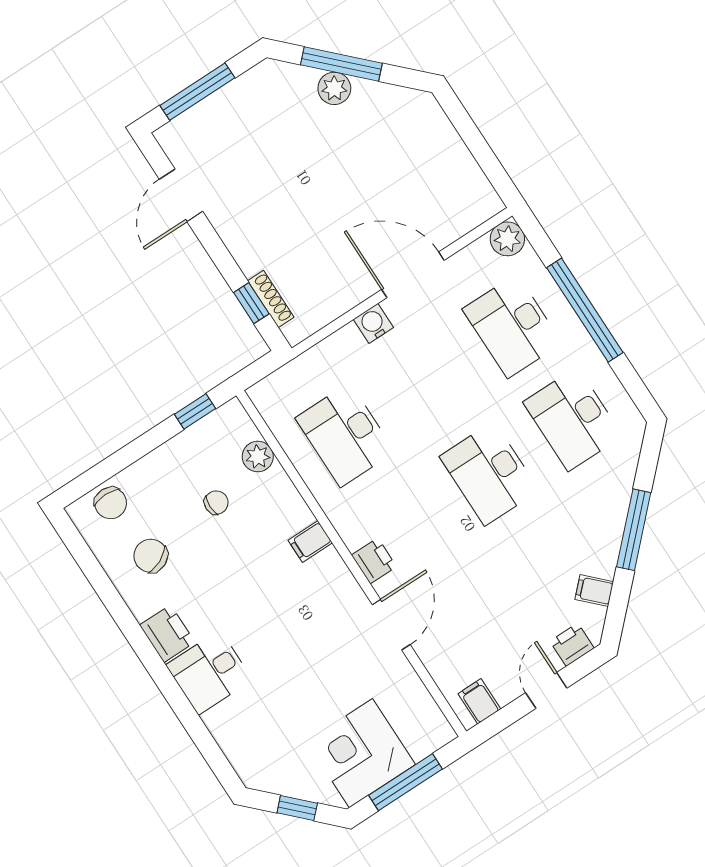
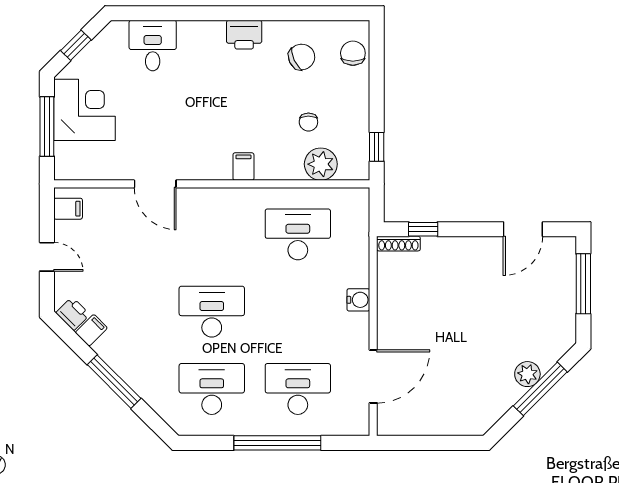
door: (181, 195) -> (523, 229), swing flipped
plant: (507, 239) -> (356, 423), removed
door: (413, 275) -> (373, 376), moved
shoe rack: (271, 299) -> (398, 244), moved
plant: (258, 457) -> (321, 164), width x1.36, depth x1.36
chair: (111, 503) -> (353, 53), turned 90
printer: (374, 561) -> (204, 200), removed
printer: (572, 645) -> (73, 314), moved, turned -45
desk: (209, 672) -> (153, 46), moved

